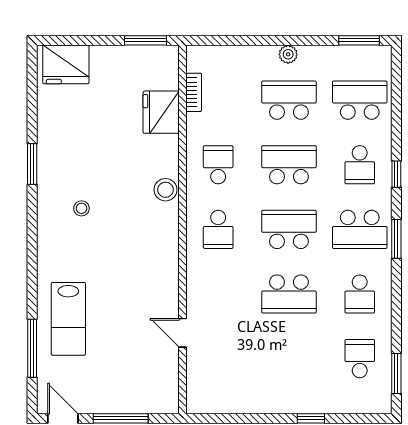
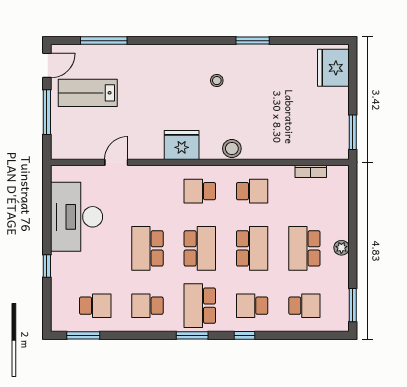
school desk: (289, 100) -> (304, 248), turned 180
school desk: (360, 100) -> (304, 306), width x0.54
fridge: (161, 112) -> (182, 145), moved
lab bench: (68, 319) -> (88, 93), moved
desk: (250, 382) -> (77, 217), added

